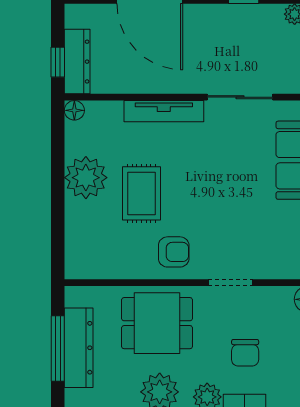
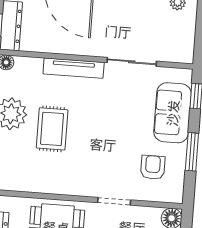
armchair: (174, 252) -> (153, 167), moved, turned -90

